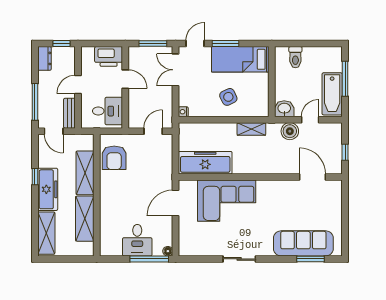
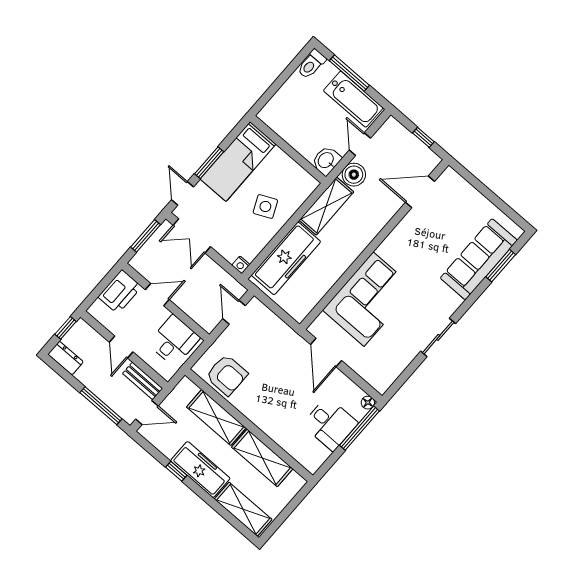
toilet: (295, 57) -> (311, 64), moved, turned 90
shelving: (251, 129) -> (326, 206), width x1.50, depth x1.33
freezer: (205, 163) -> (286, 258), moved, turned 180

